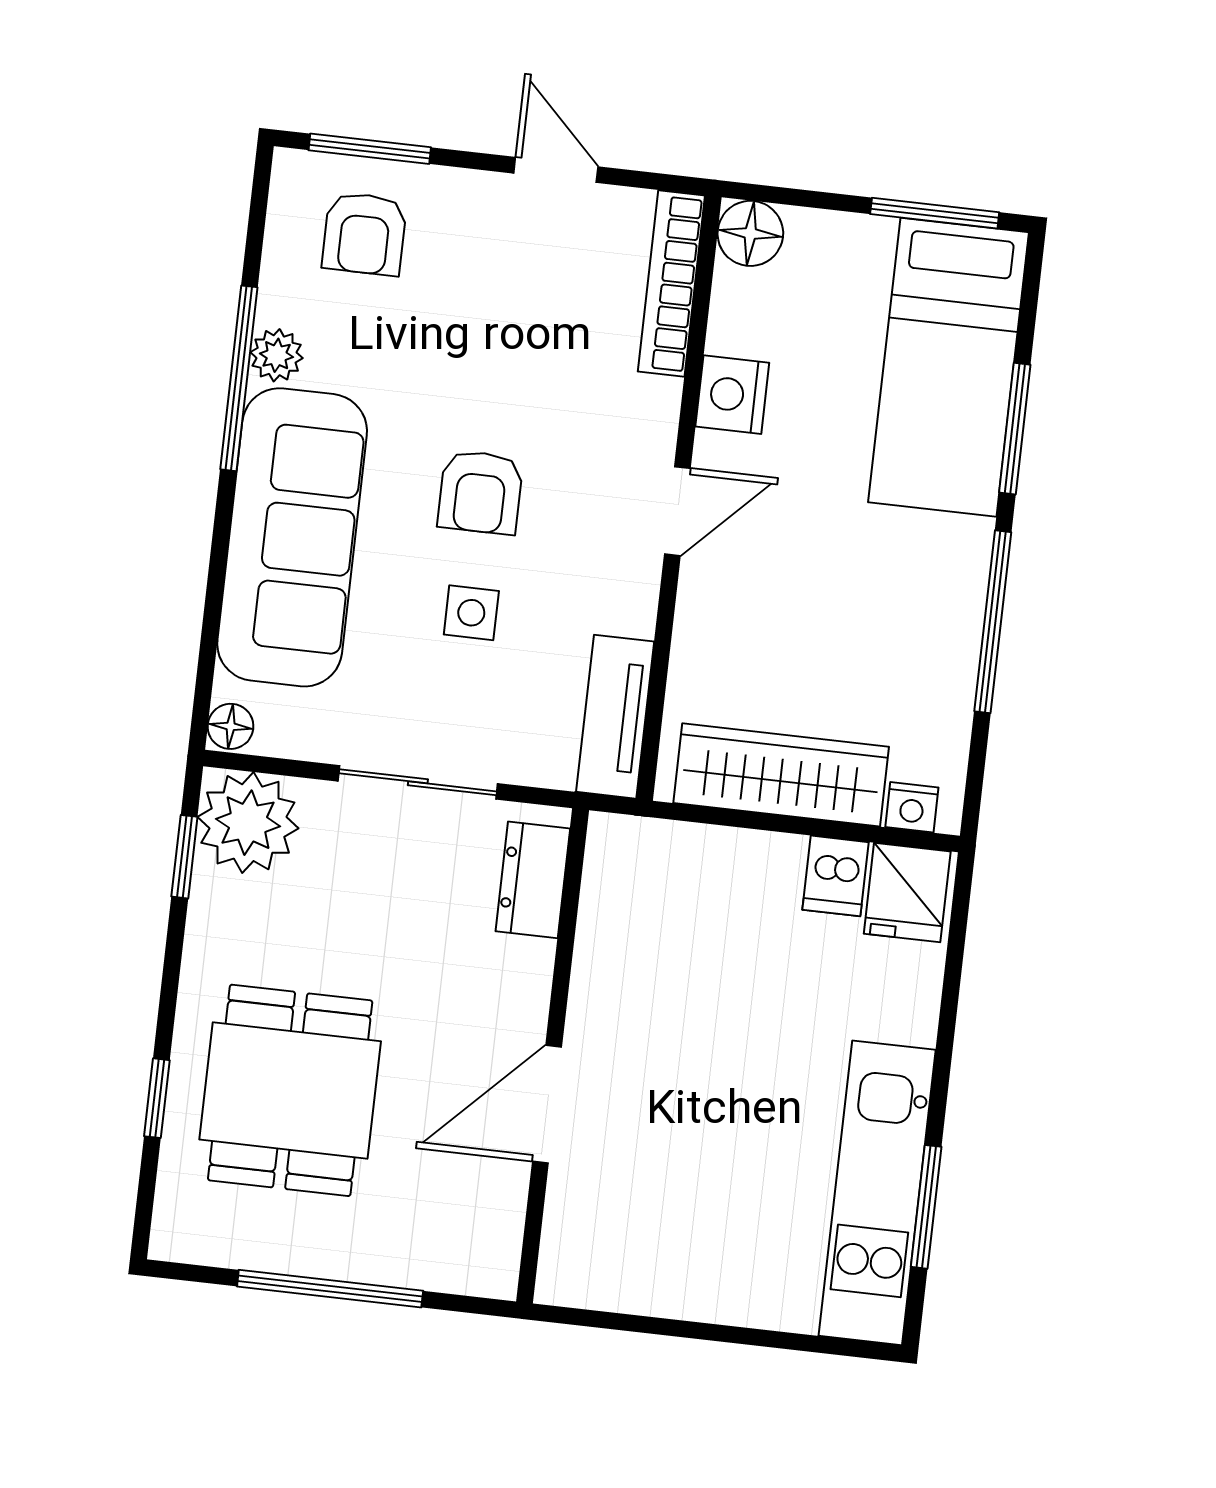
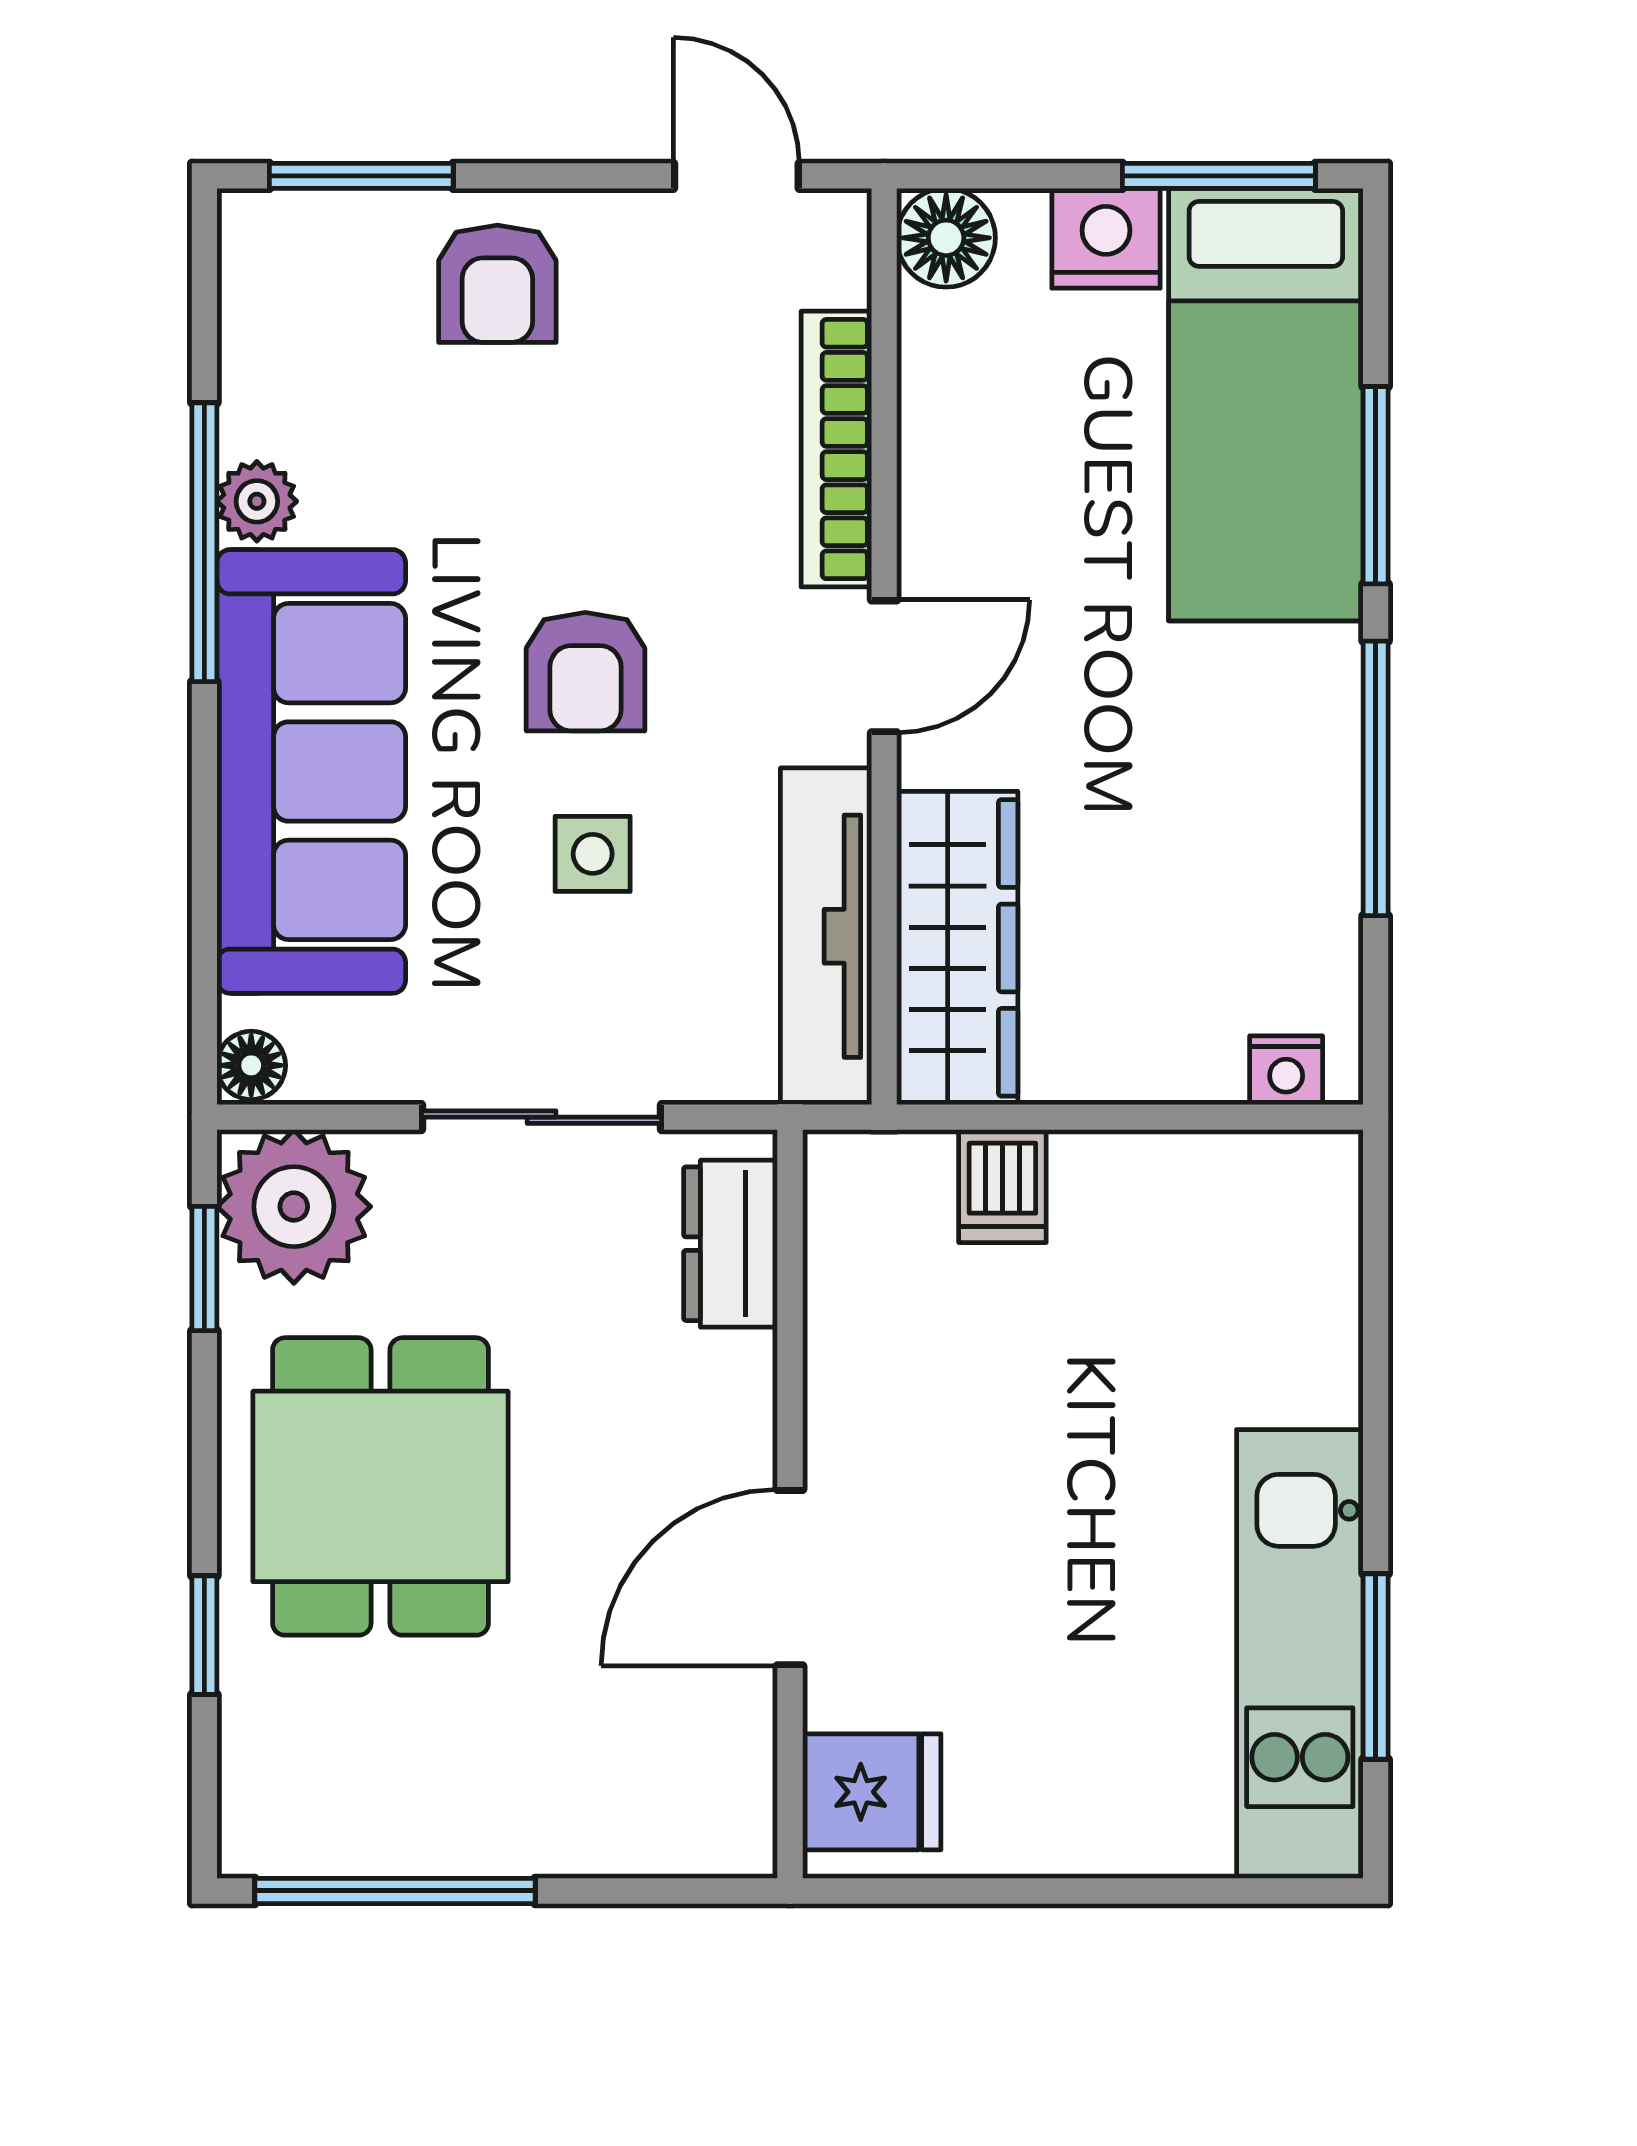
door: (556, 170) -> (736, 176), moved
armchair: (364, 234) -> (497, 284), moved
bookcase: (671, 283) -> (836, 449), moved
nightstand: (732, 395) -> (1106, 238), moved, turned 90
tv unit: (615, 717) -> (826, 936), width x1.41
wardrobe: (781, 775) -> (957, 948), moved, turned 90
dishwasher: (836, 876) -> (1002, 1186), moved
fridge: (907, 893) -> (872, 1792), moved, turned -90
dining table: (290, 1090) -> (380, 1486), moved
window: (330, 1289) -> (395, 1891), moved

